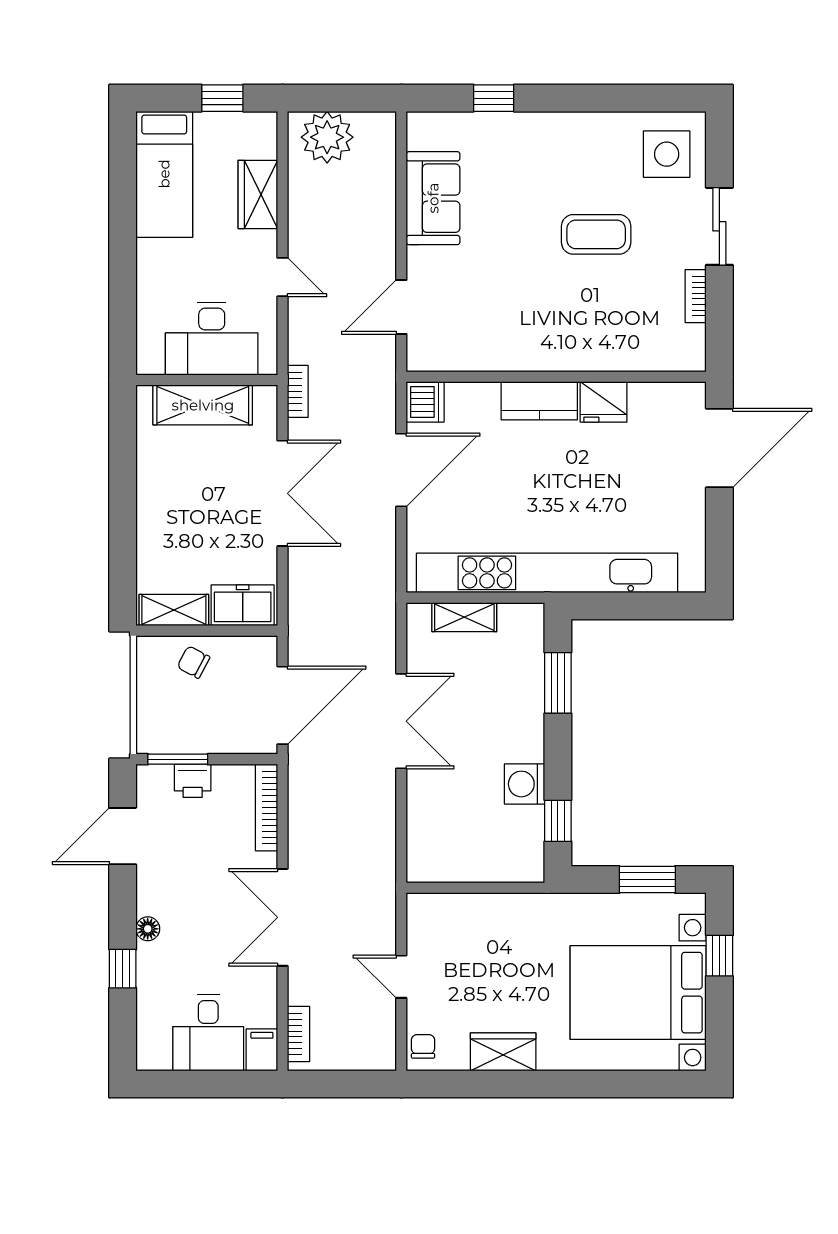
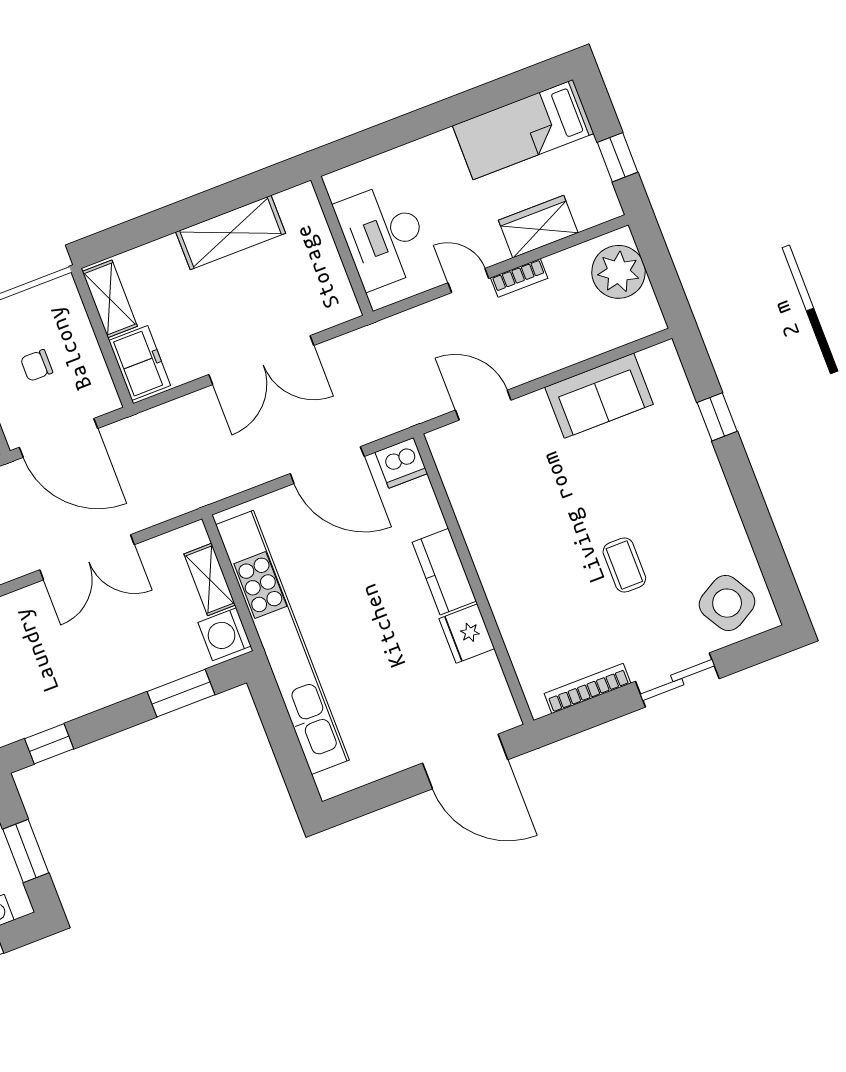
side table: (667, 154) -> (727, 603), turned -30
coffee table: (596, 234) -> (624, 565), width x0.73, depth x0.77
door: (283, 277) -> (468, 281), swing flipped
bookcase: (696, 296) -> (588, 688), width x1.56
bookcase: (298, 391) -> (519, 278), moved
shelving: (203, 405) -> (231, 233), moved, turned 90
chair: (193, 662) -> (37, 365), moved, turned -118
washing machine: (525, 784) -> (225, 634), moved, turned -90

